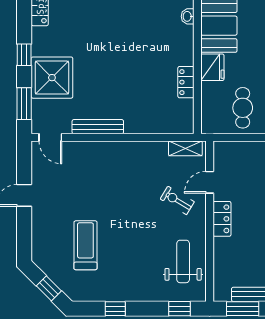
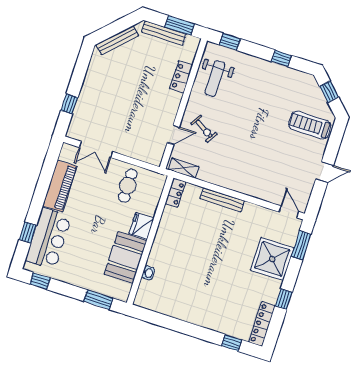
window: (24, 55) -> (284, 299), moved
locker: (186, 82) -> (176, 193), moved
bench: (98, 127) -> (222, 200), moved
locker: (222, 219) -> (181, 77), moved
treadmill: (85, 245) -> (310, 125), moved, turned 90

